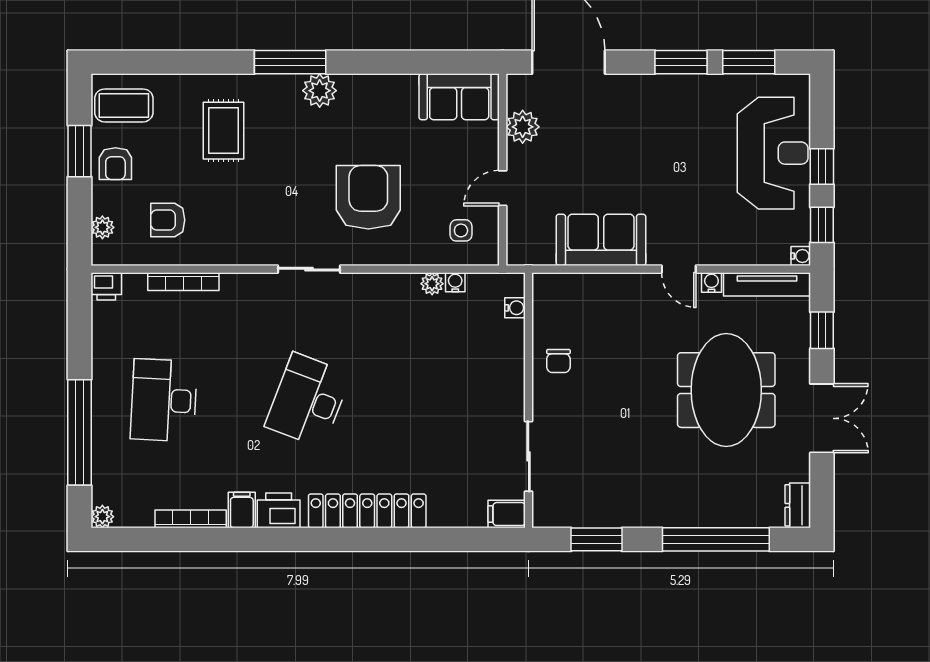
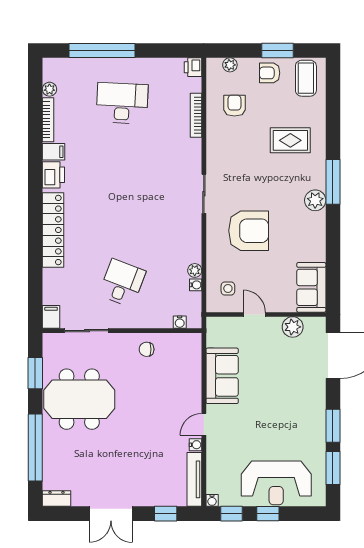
meeting table: (726, 390) -> (79, 399), moved
desk: (308, 400) -> (122, 283), moved, width x0.73
plant: (102, 517) -> (49, 89), moved

